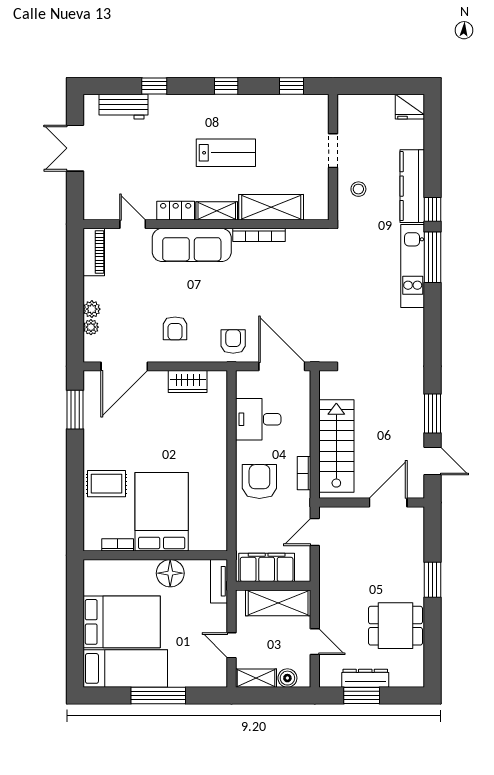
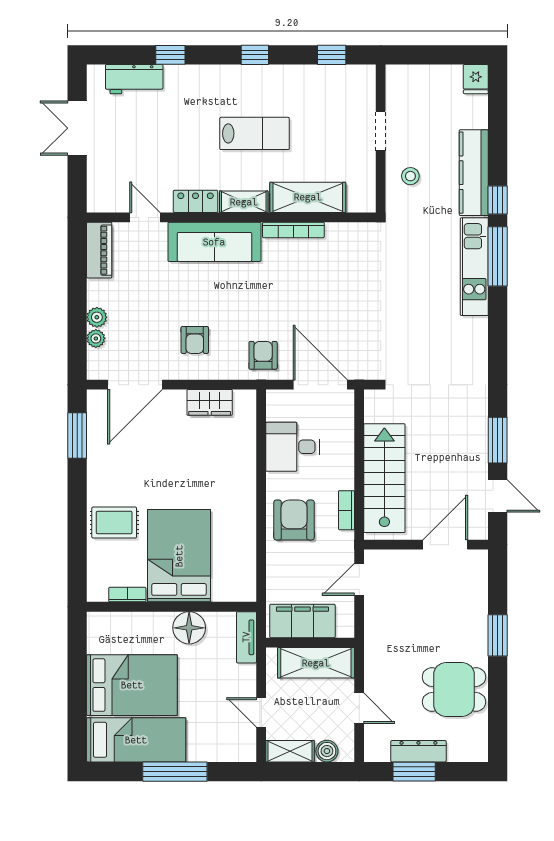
fridge: (410, 107) -> (476, 79), width x0.72

